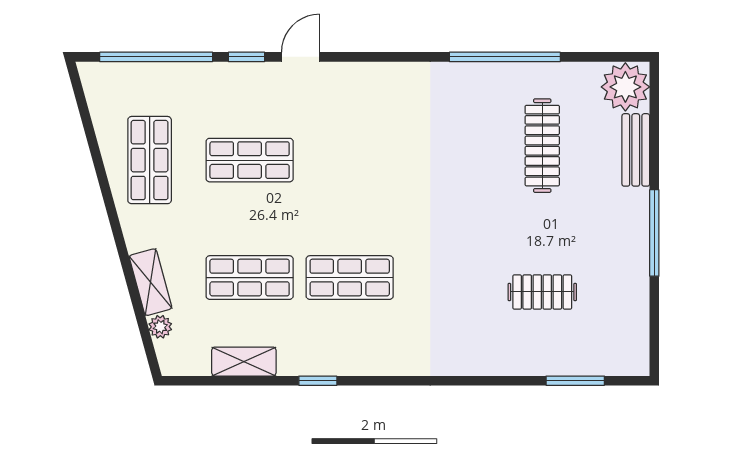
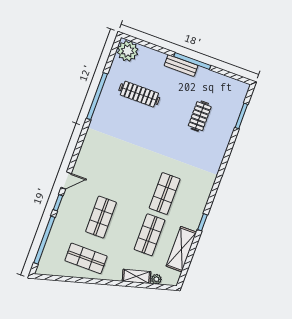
door: (301, 57) -> (66, 180), swing flipped
bench: (636, 150) -> (181, 66), moved
shelving: (244, 362) -> (181, 249), width x1.50, depth x1.33

